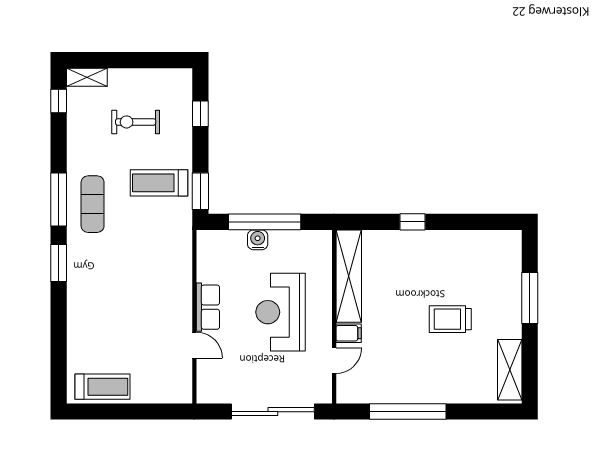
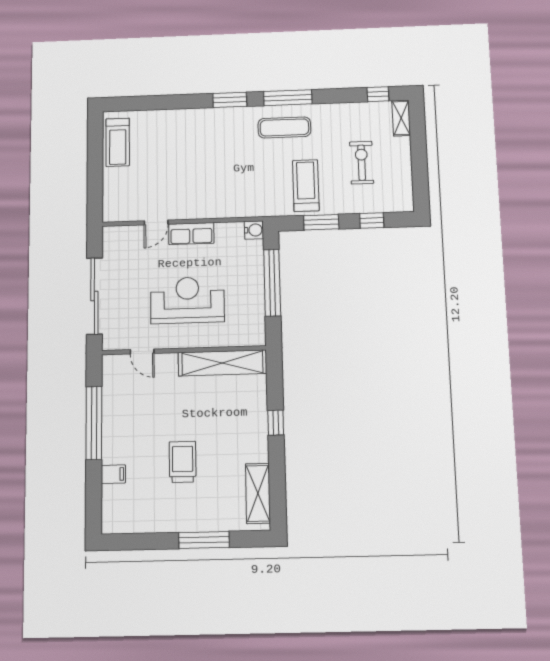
window: (200, 191) -> (321, 222), moved
water cooler: (258, 240) -> (254, 230), moved
filing cabinet: (349, 333) -> (113, 474), moved, turned -90
shelving: (510, 370) -> (258, 493), moved, turned 90

